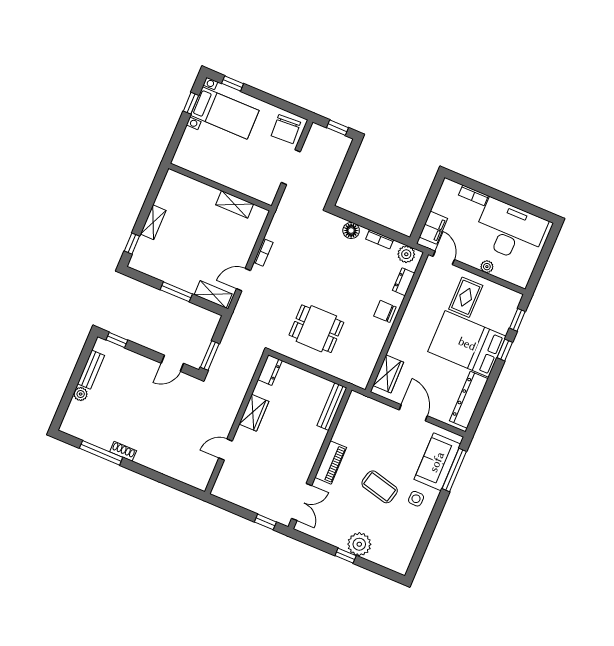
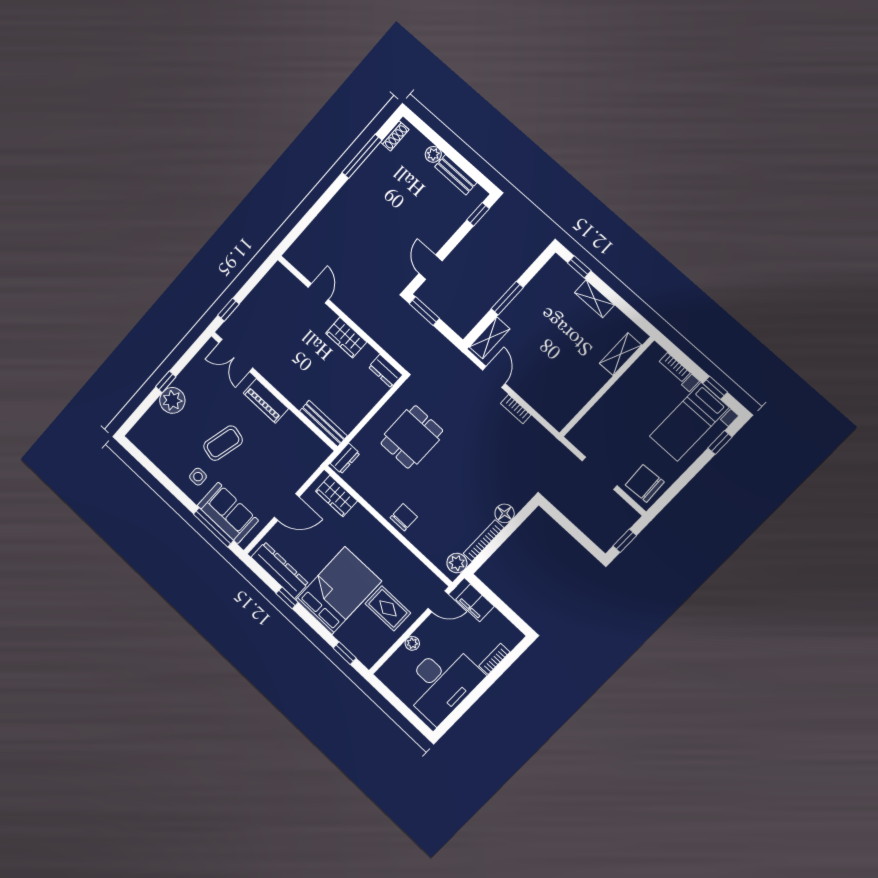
bookcase: (185, 140) -> (675, 367), added
shelving: (235, 204) -> (620, 354), moved
bookcase: (380, 239) -> (484, 541), width x1.56
dresser: (404, 282) -> (345, 458), moved, turned 90
window: (505, 350) -> (287, 598), moved
shoe rack: (123, 451) -> (395, 136), moved

